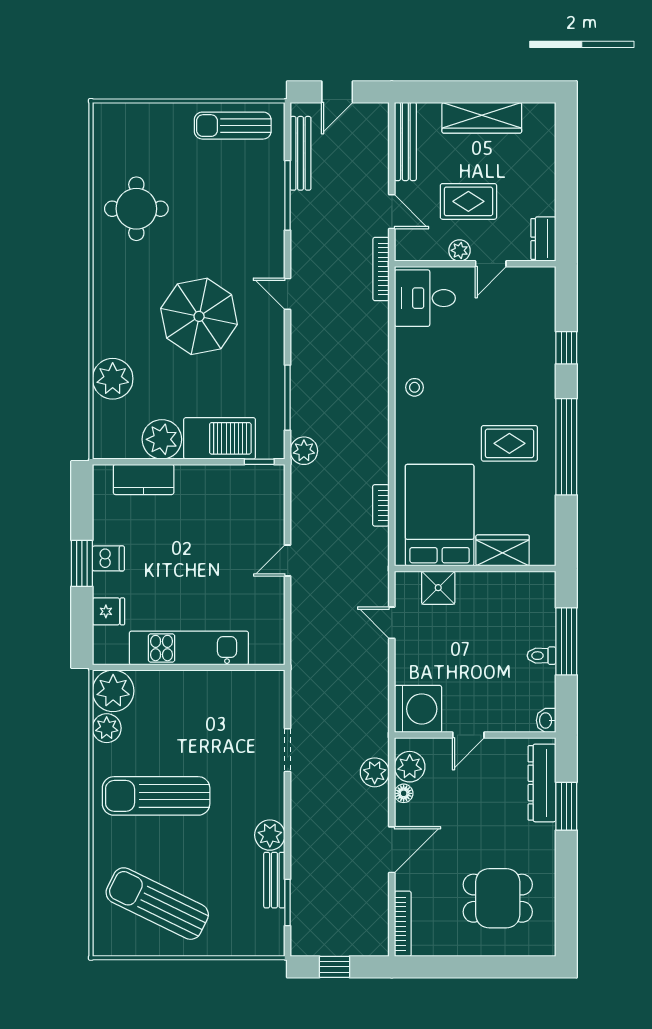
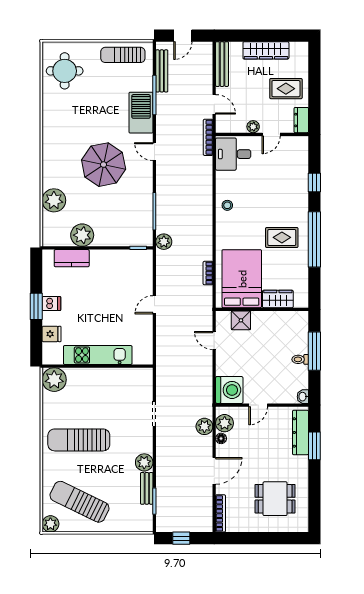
rug: (468, 201) -> (286, 89), moved
round table: (136, 209) -> (65, 71), moved
barbecue: (220, 438) -> (141, 113), moved, turned -90
plant: (107, 728) -> (50, 524), moved

